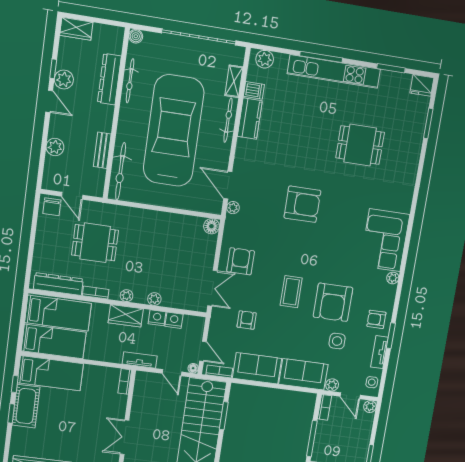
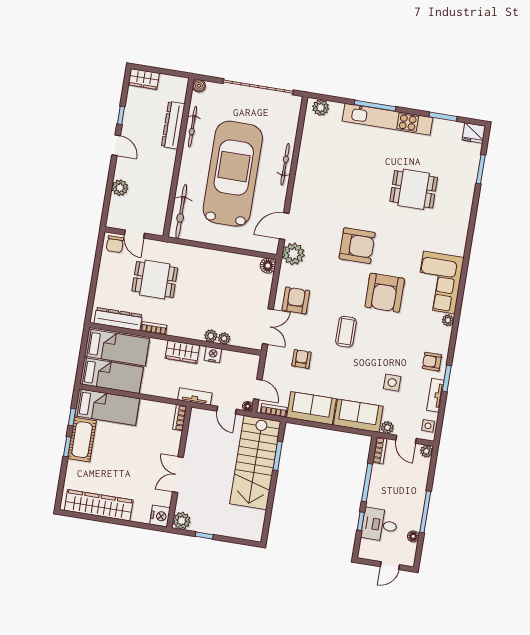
plant: (64, 79) -> (131, 125), removed
shelving: (234, 81) -> (291, 128), removed
dishwasher: (254, 90) -> (310, 137), removed
kitchen counter: (250, 119) -> (306, 163), removed
bench: (102, 150) -> (164, 191), removed
door: (228, 185) -> (284, 226), hinge flipped
plant: (233, 208) -> (293, 254), width x1.88, depth x1.88
plant: (127, 296) -> (224, 338), moved
armchair: (333, 302) -> (385, 293), moved
nightstand: (174, 320) -> (230, 357), removed

